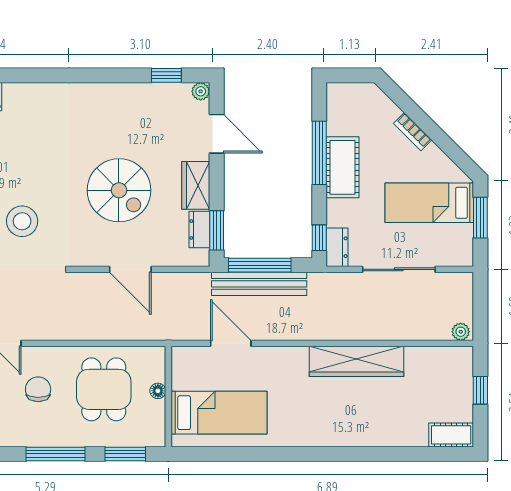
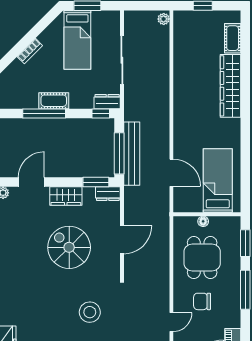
cot: (343, 167) -> (54, 101), width x0.73, depth x0.75
spiral stairs: (119, 190) -> (69, 247), turned -90
dresser: (199, 230) -> (108, 194), moved
door: (231, 343) -> (171, 173), swing flipped
wardrobe: (356, 361) -> (230, 86), moved, turned 180
dining table: (104, 389) -> (202, 258), turned 90
cot: (451, 435) -> (233, 38), moved

